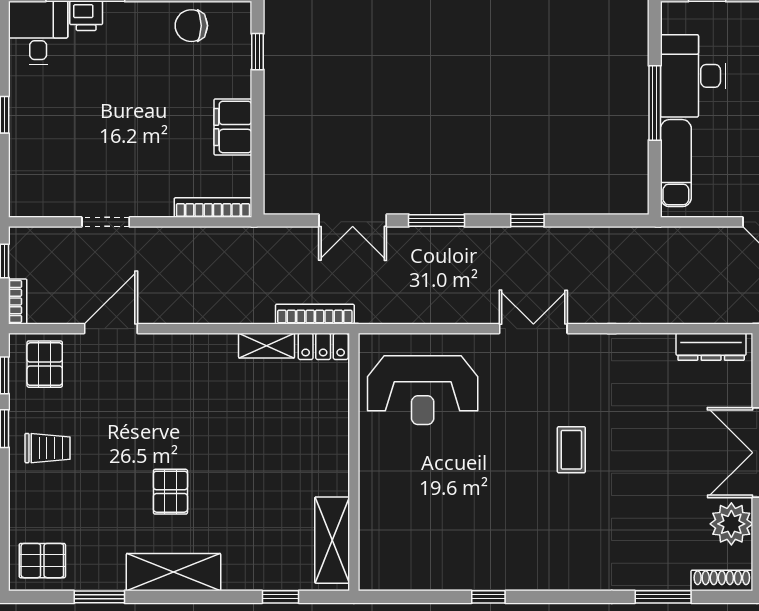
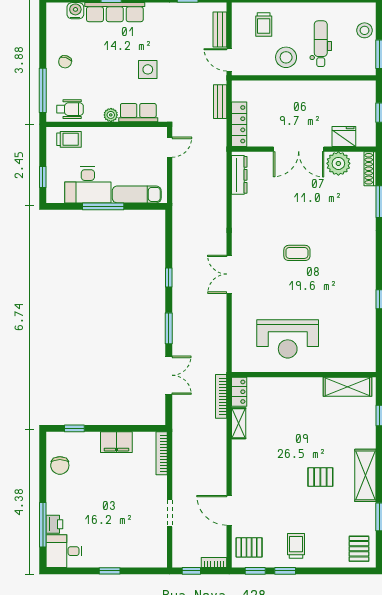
reception desk: (423, 390) -> (288, 339), moved, turned 90

